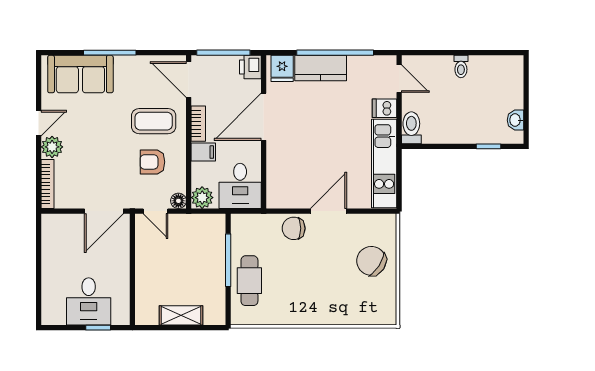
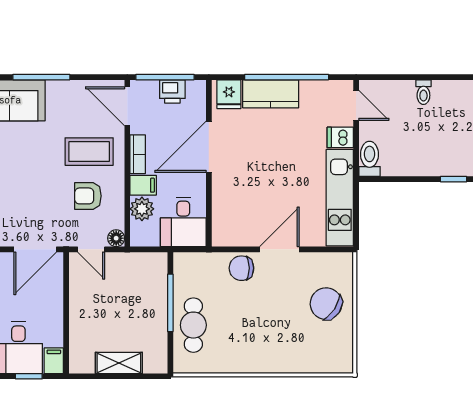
printer: (250, 67) -> (172, 91), moved, turned -90
plant: (202, 198) -> (142, 209), moved
filing cabinet: (121, 313) -> (54, 361), added

